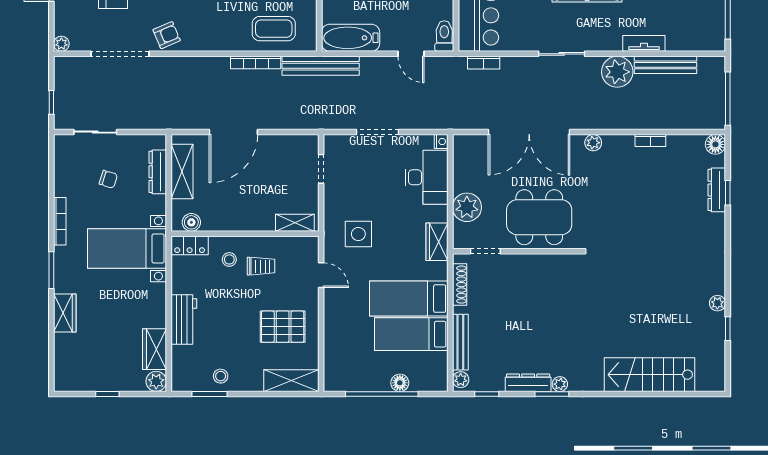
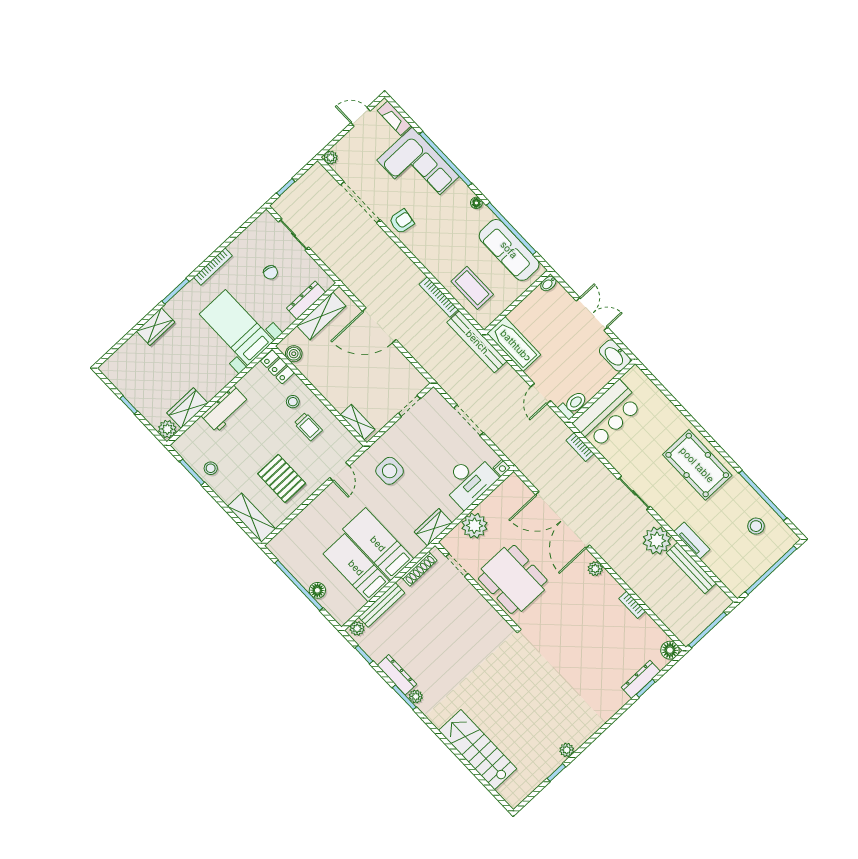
armchair: (167, 35) -> (402, 221), turned -58

